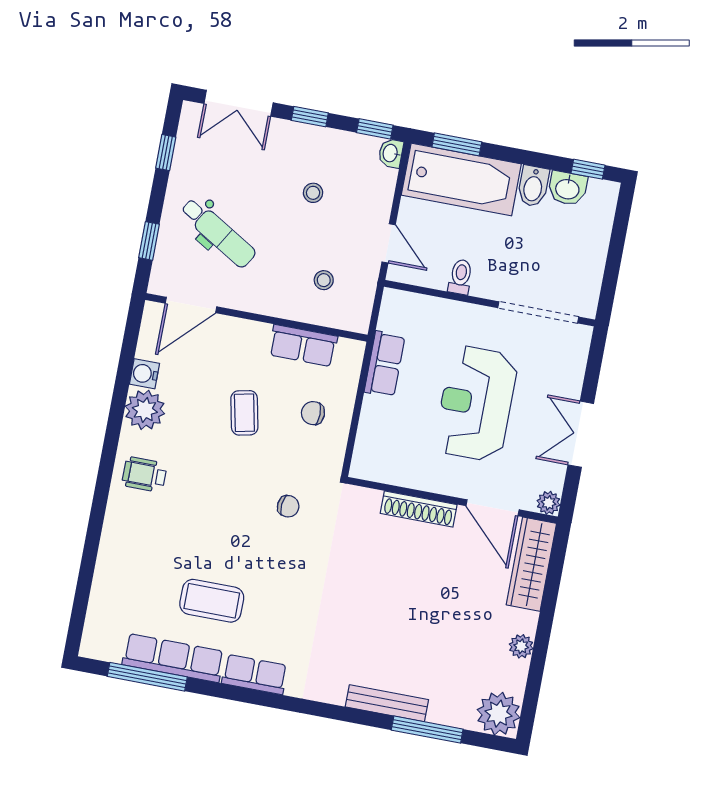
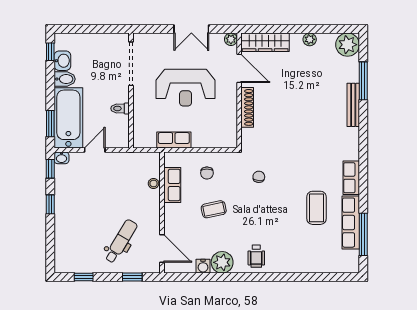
double door: (239, 103) -> (50, 243), removed
stool: (313, 193) -> (90, 195), removed
door: (389, 243) -> (95, 150), moved
stool: (324, 280) -> (154, 183), moved
door: (493, 508) -> (239, 68), hinge flipped

